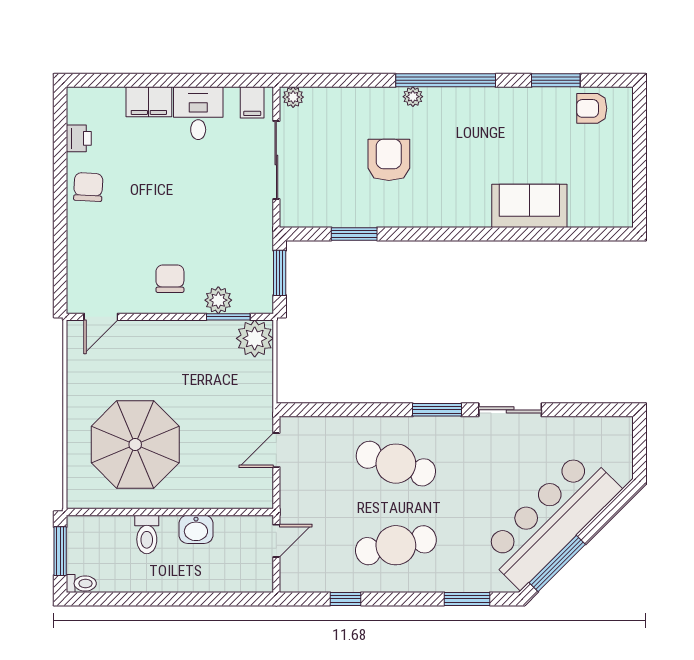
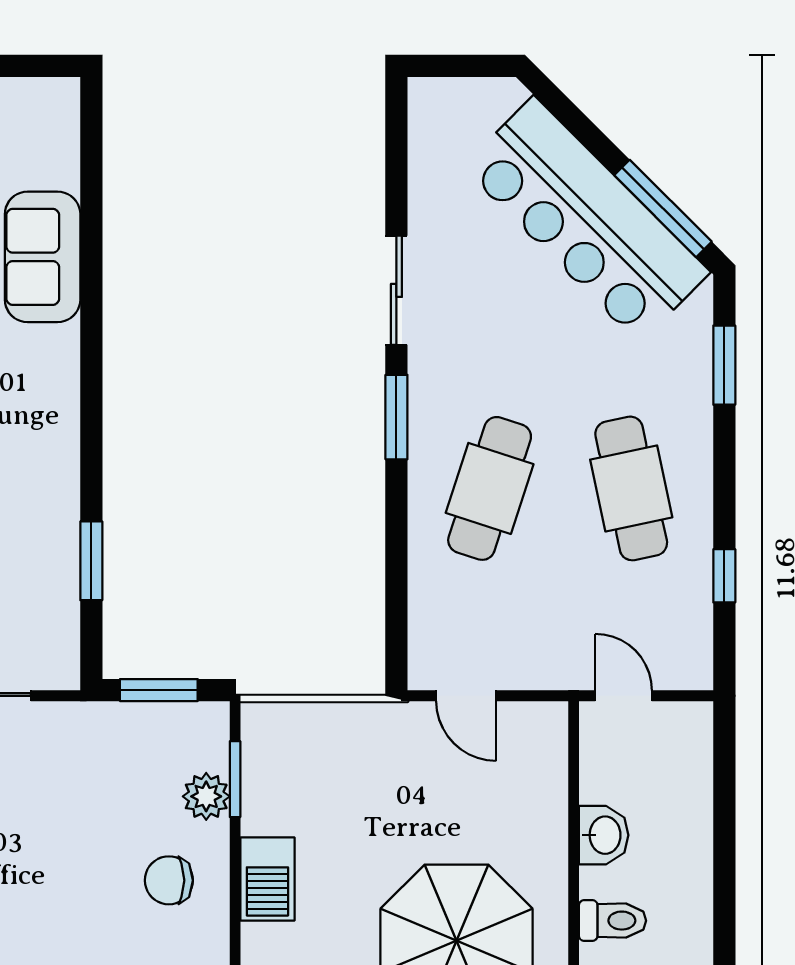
barbecue: (171, 336) -> (267, 879), added
plant: (255, 338) -> (273, 733), removed

